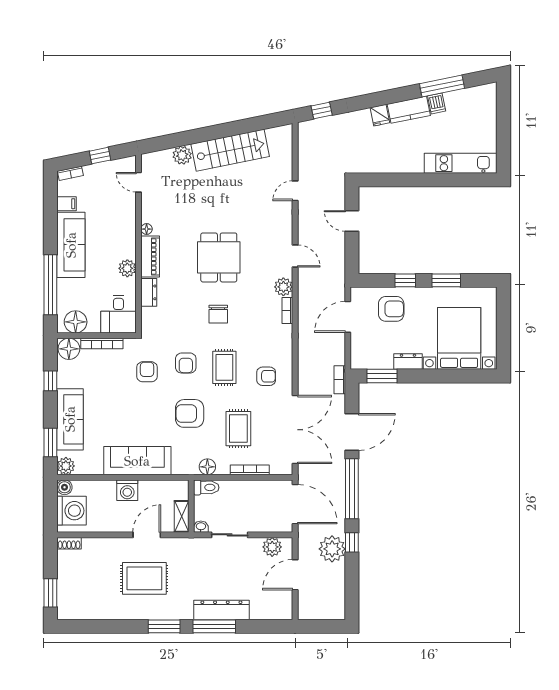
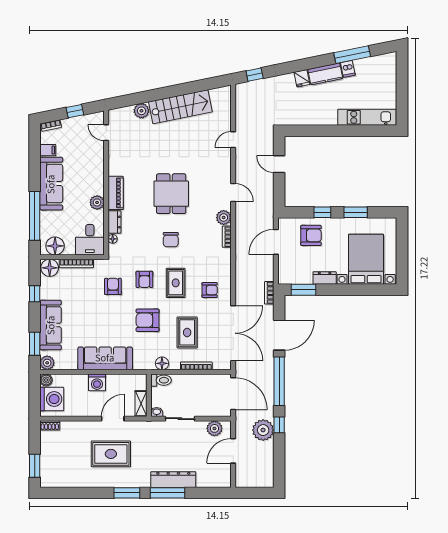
floor lamp: (147, 229) -> (113, 239), moved

